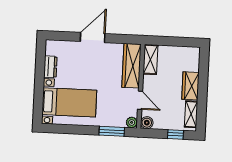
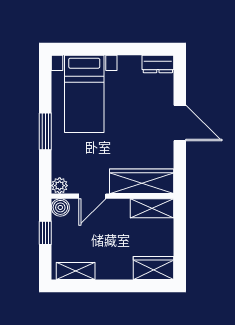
dresser: (50, 67) -> (158, 64), moved
wardrobe: (190, 86) -> (154, 268), moved
window: (112, 131) -> (45, 131), moved
window: (176, 134) -> (45, 233), moved

